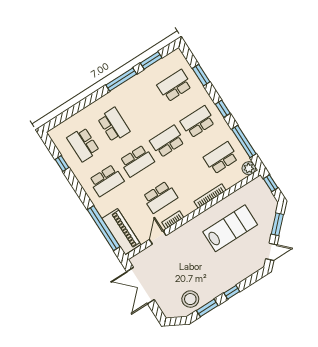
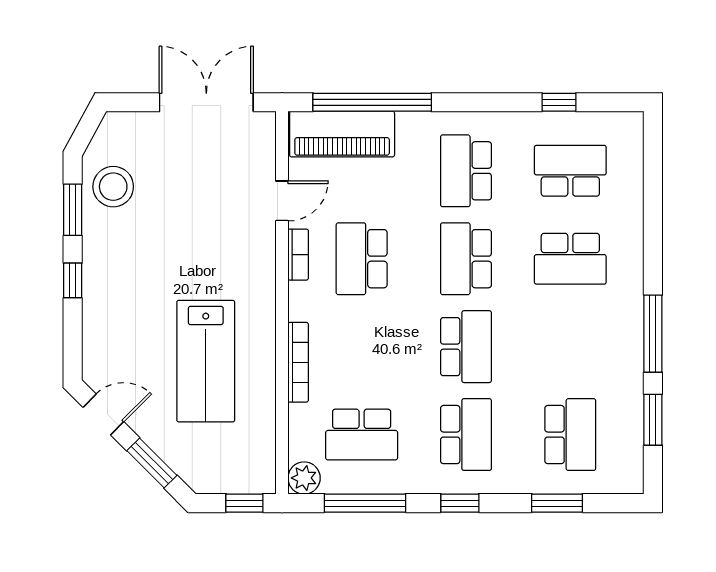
school desk: (221, 158) -> (362, 435), turned 90
door: (158, 237) -> (282, 201), hinge flipped
door: (271, 252) -> (103, 415), swing flipped

